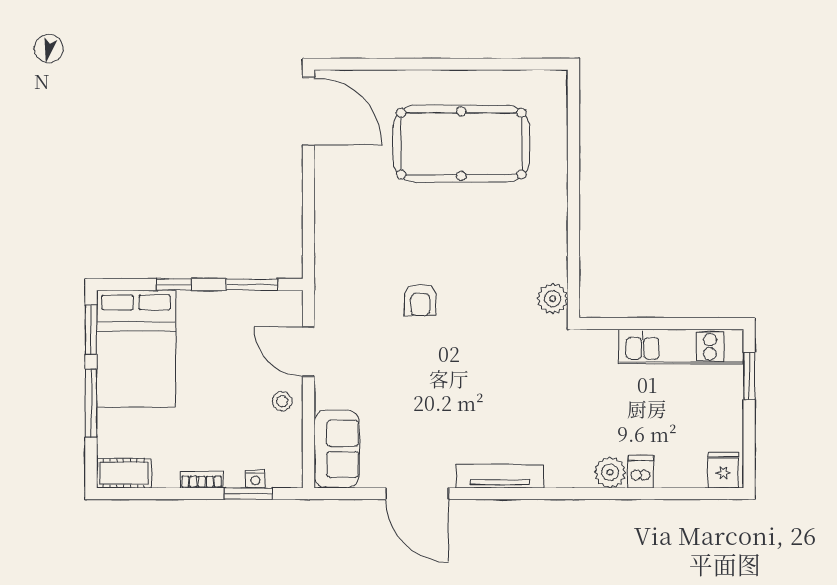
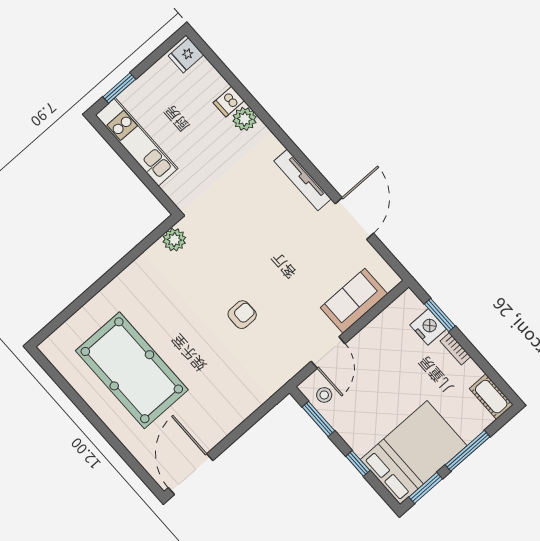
stool: (282, 401) -> (324, 395), moved
sofa: (337, 449) -> (354, 301), moved
nightstand: (255, 479) -> (428, 327), width x1.89, depth x1.79

